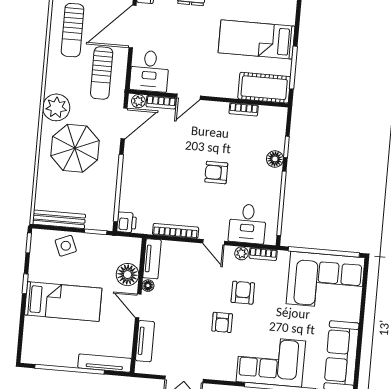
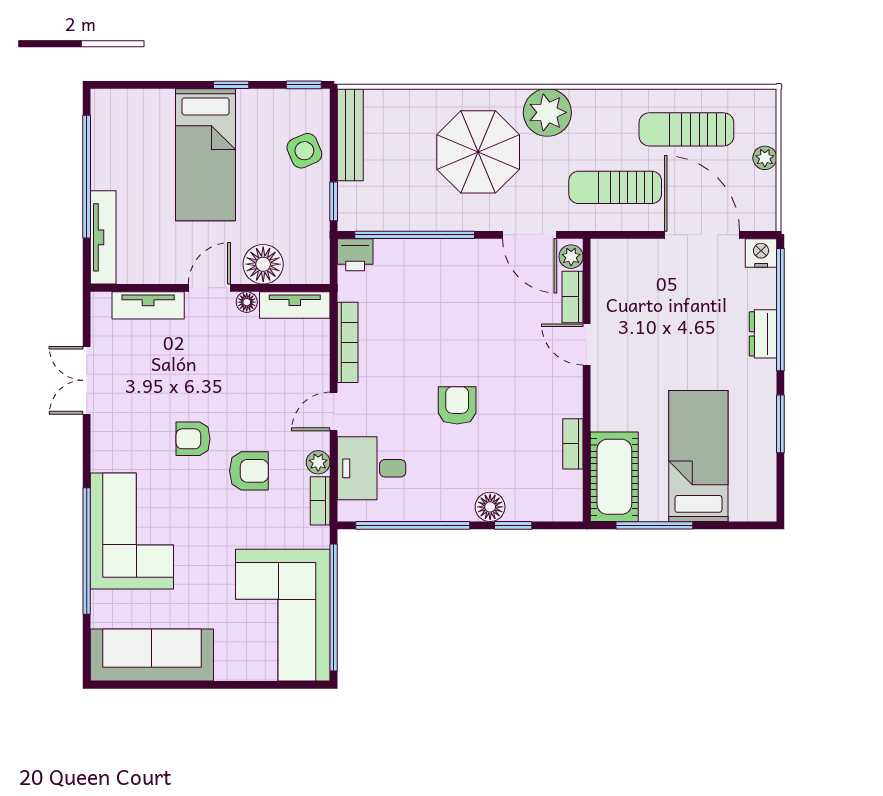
desk: (149, 71) -> (626, 272), removed

